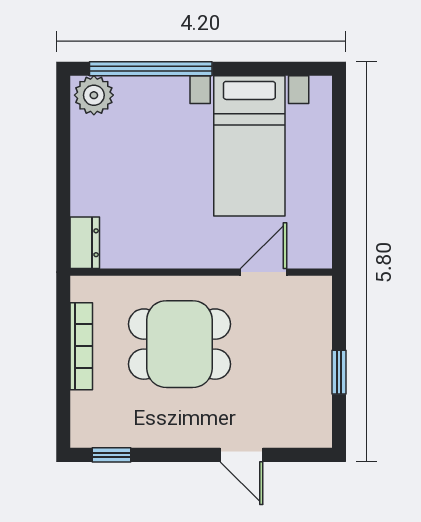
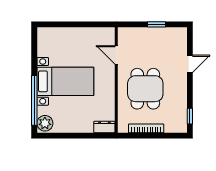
bed with nightstands: (249, 146) -> (65, 81), moved

